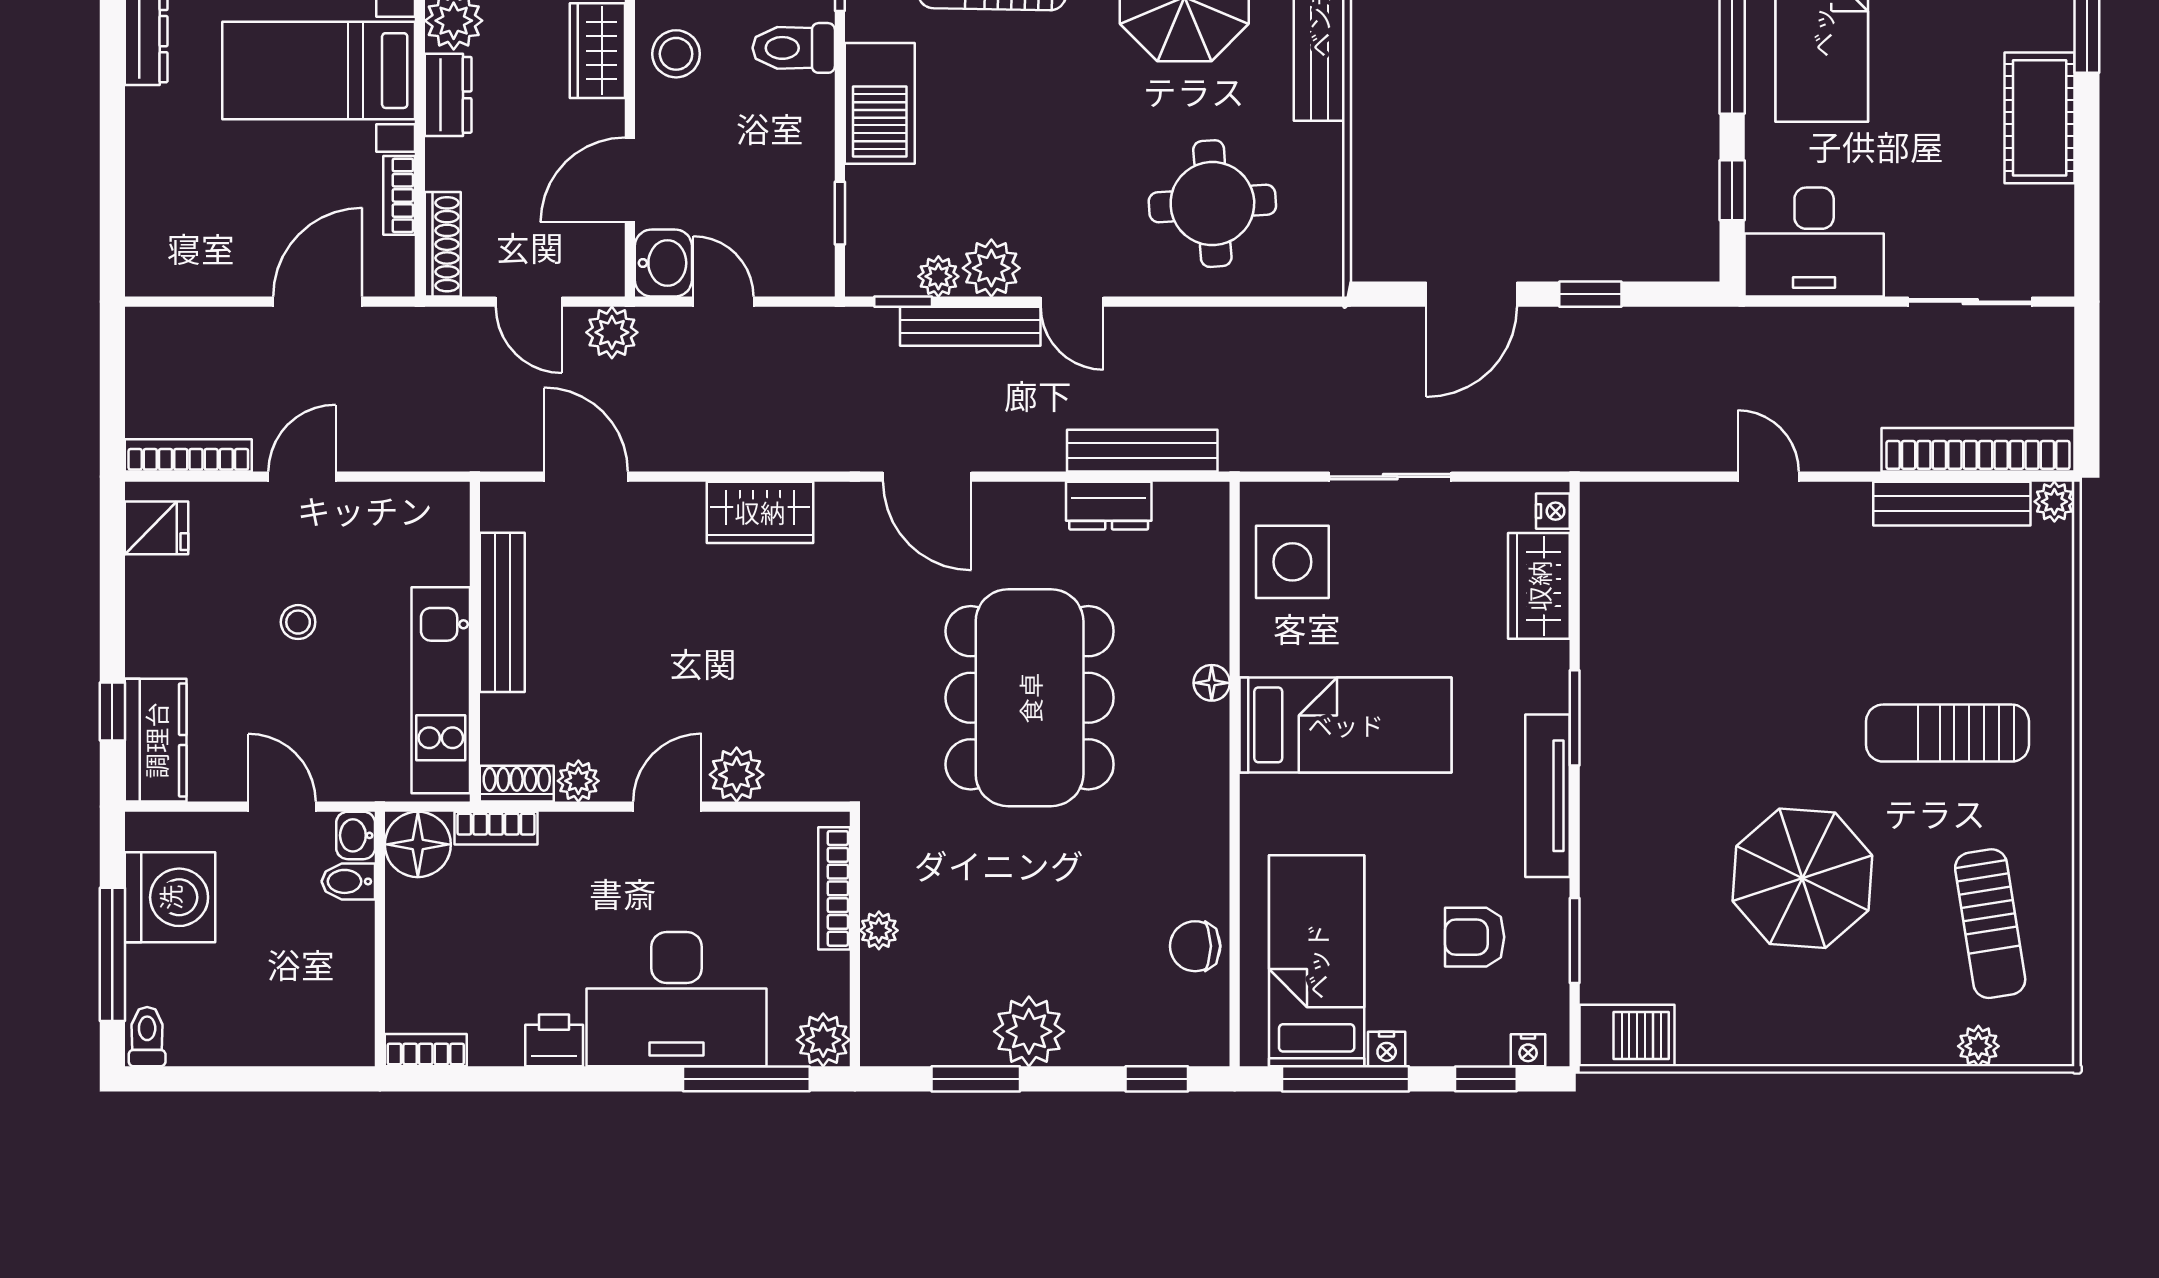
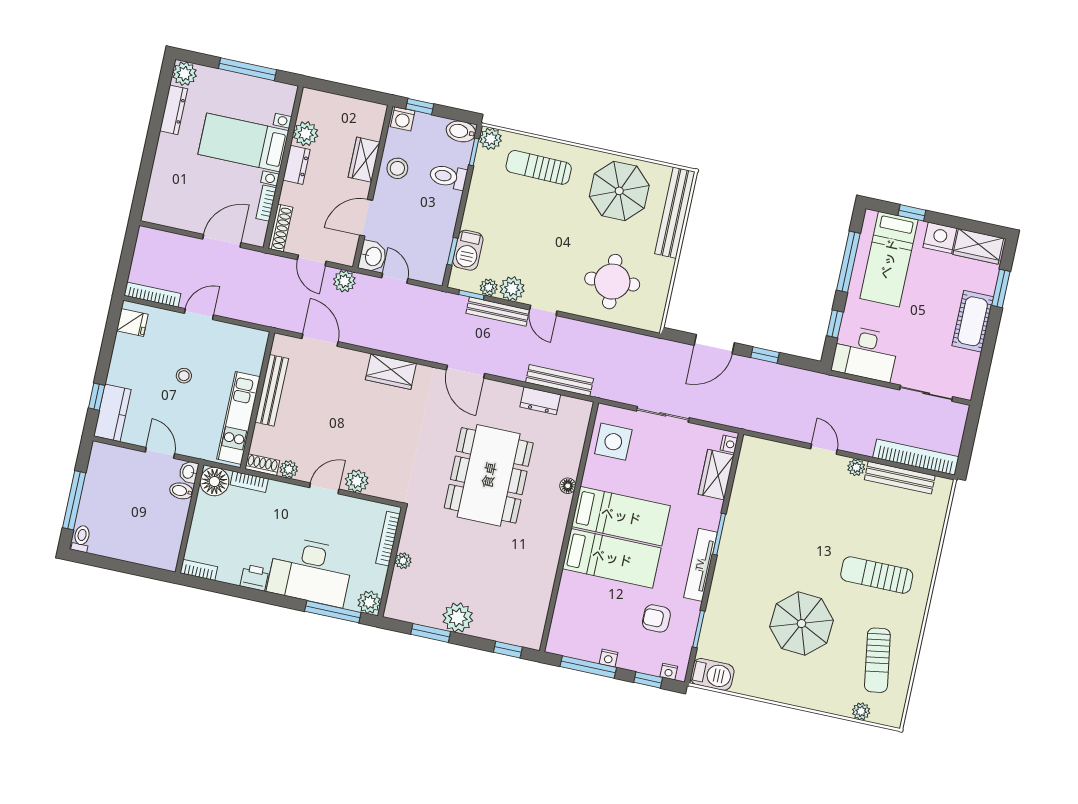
barbecue: (880, 103) -> (468, 250), moved, width x0.73, depth x0.83
plant: (2054, 502) -> (856, 467), moved
washing machine: (170, 897) -> (104, 481), removed
chair: (1195, 946) -> (536, 597), removed
bed: (1317, 961) -> (612, 558), moved, turned 90

